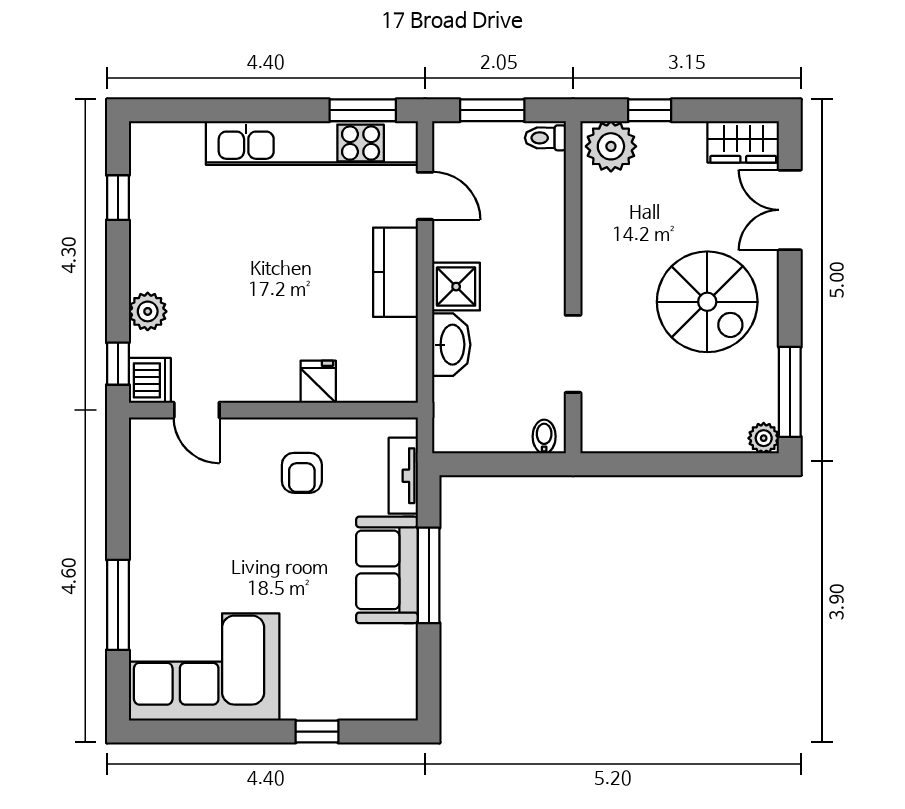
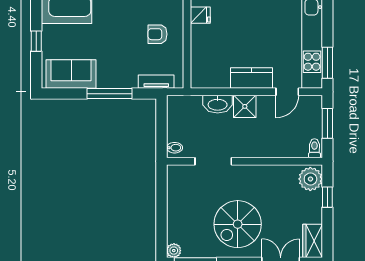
fridge: (318, 382) -> (200, 15), moved
sofa: (387, 570) -> (71, 74), moved

